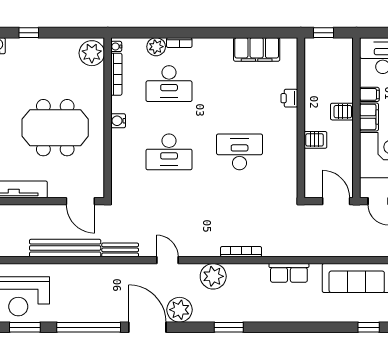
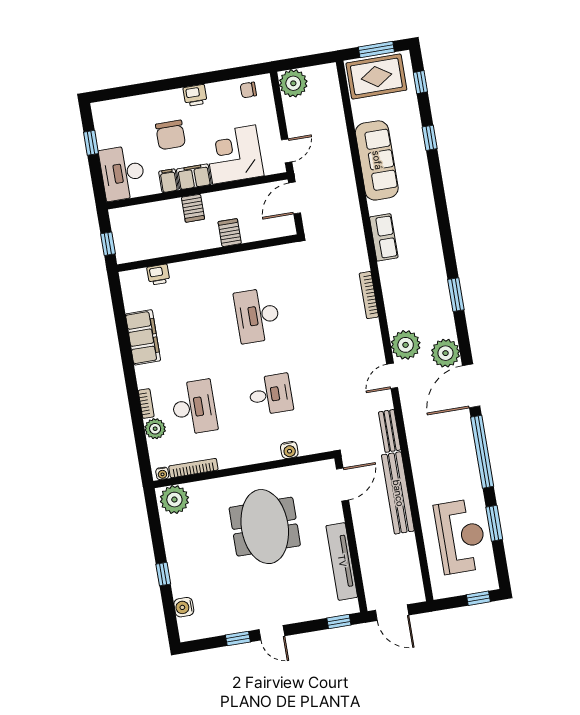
filing cabinet: (257, 49) -> (143, 337), moved
printer: (289, 98) -> (158, 275), moved
water cooler: (118, 121) -> (289, 450), moved
desk: (169, 152) -> (271, 394), width x0.73
plant: (213, 276) -> (406, 345), moved

